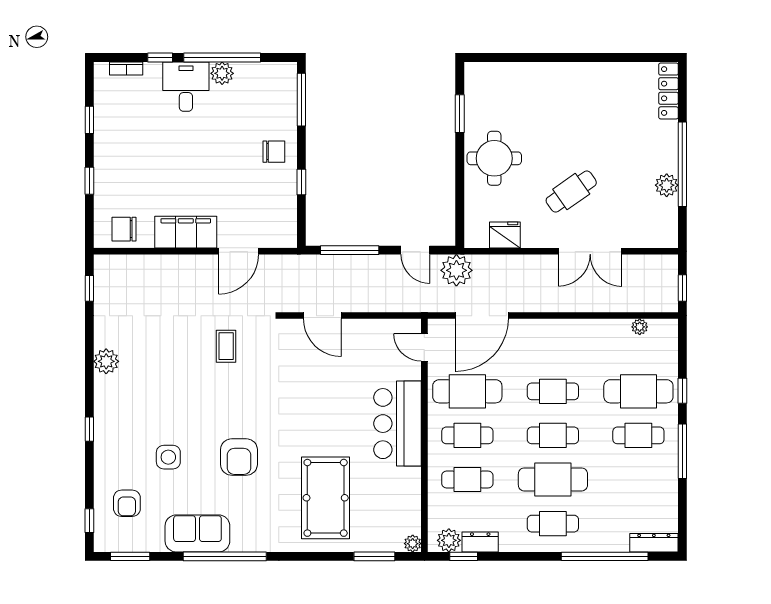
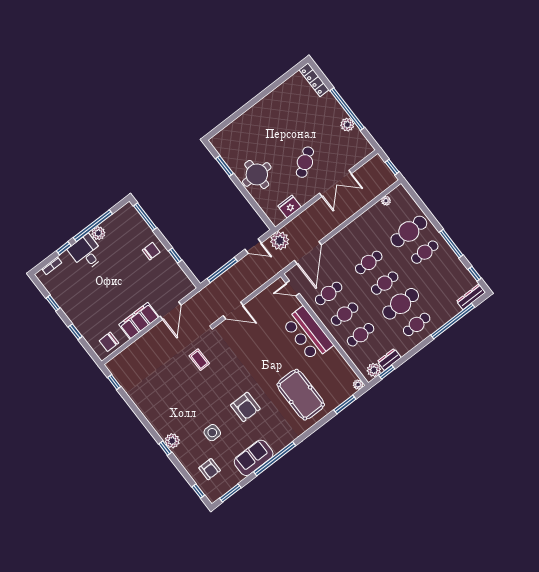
plant: (106, 361) -> (172, 441), moved
cafe table: (467, 391) -> (329, 293), width x0.73, depth x0.74
window: (682, 391) -> (474, 274), moved

